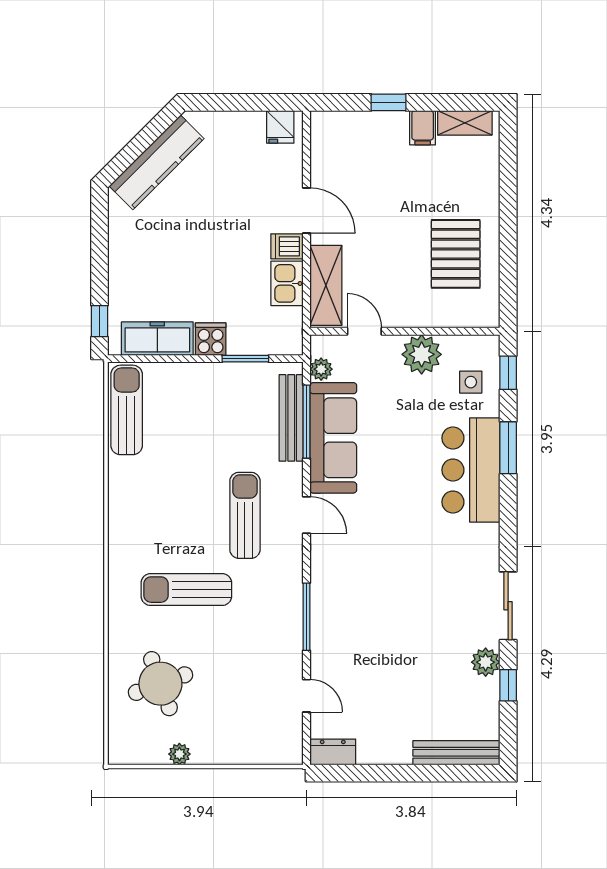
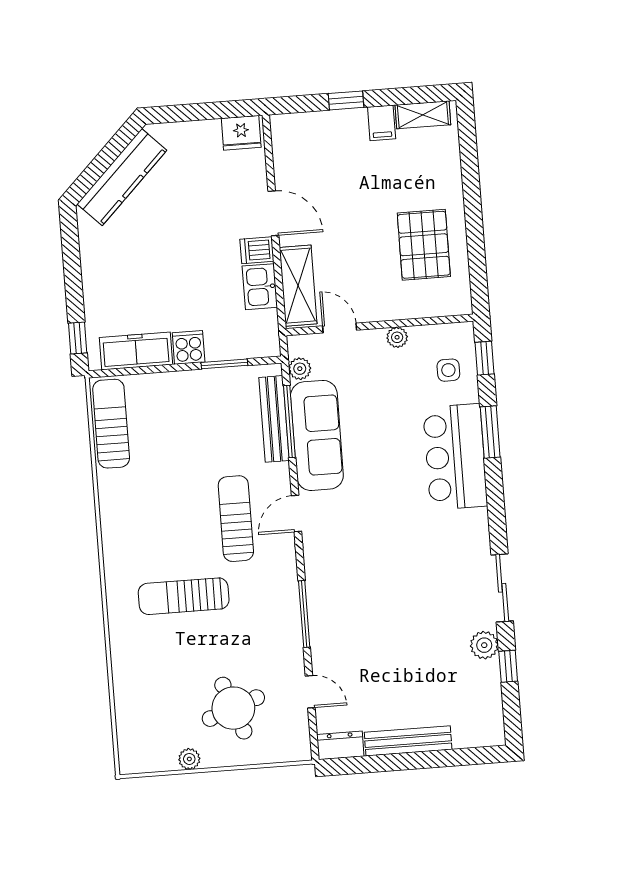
fridge: (280, 127) -> (241, 133), width x1.38
plant: (422, 354) -> (397, 337), width x0.53, depth x0.53
door: (307, 515) -> (296, 514), swing flipped
round table: (160, 684) -> (233, 708), moved
bench: (456, 753) -> (408, 741), moved

